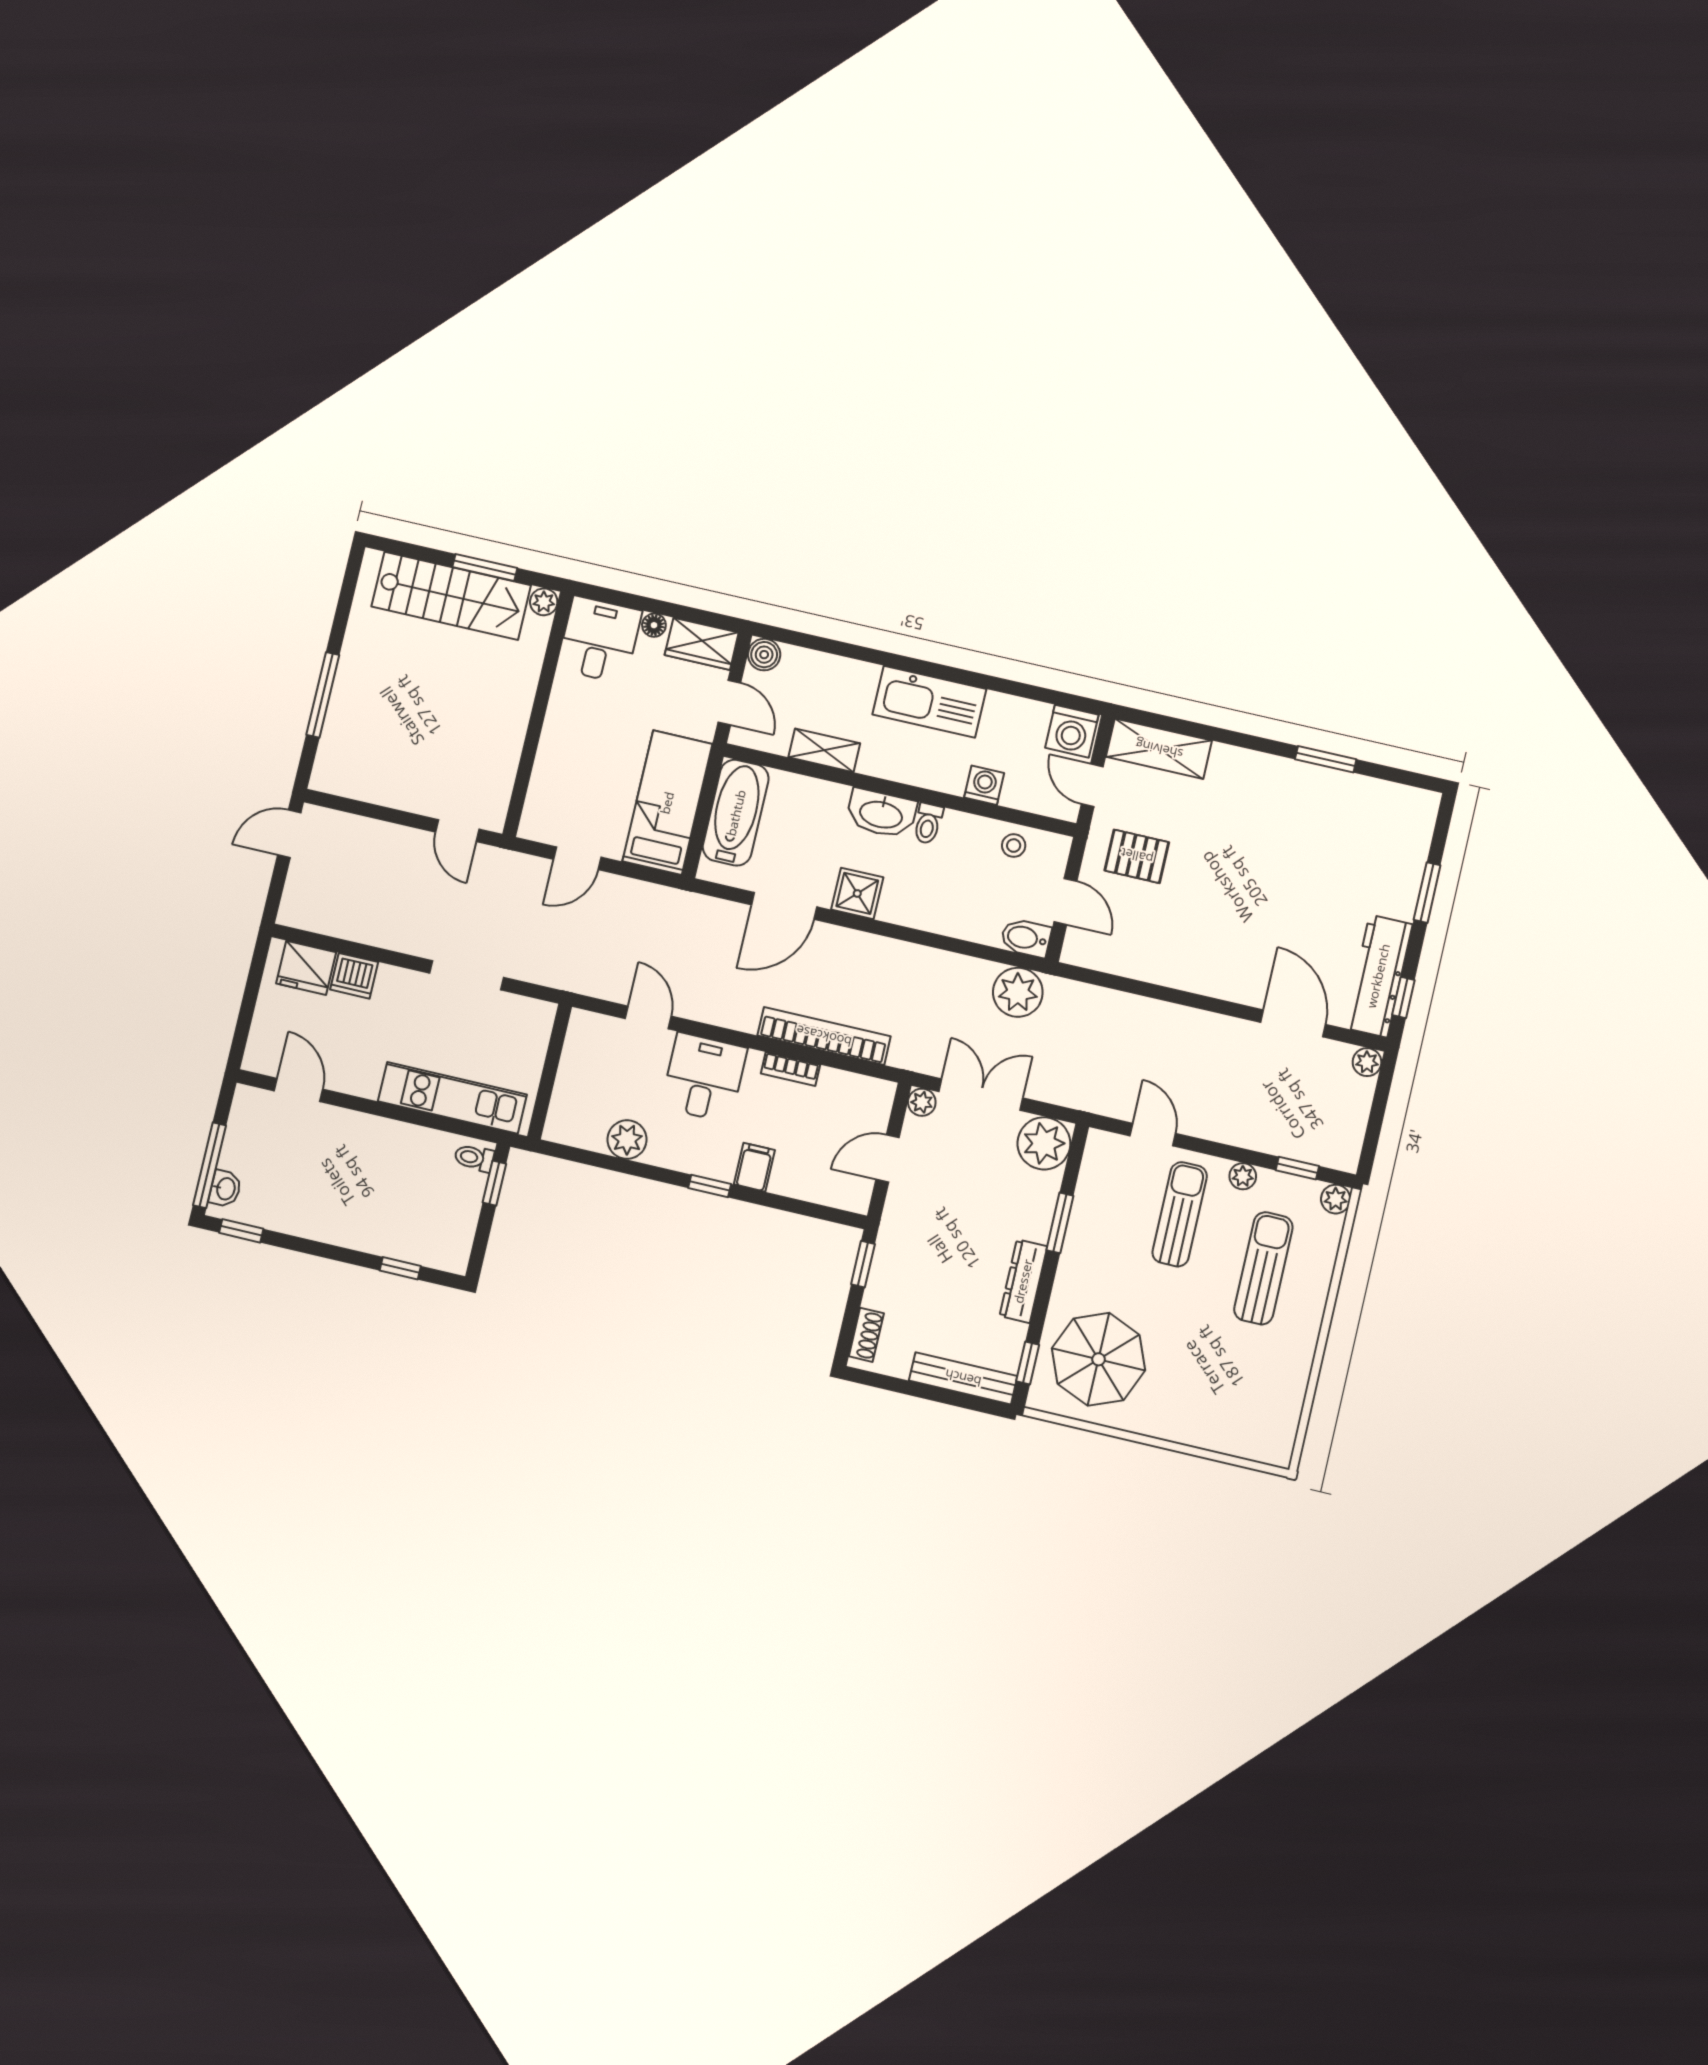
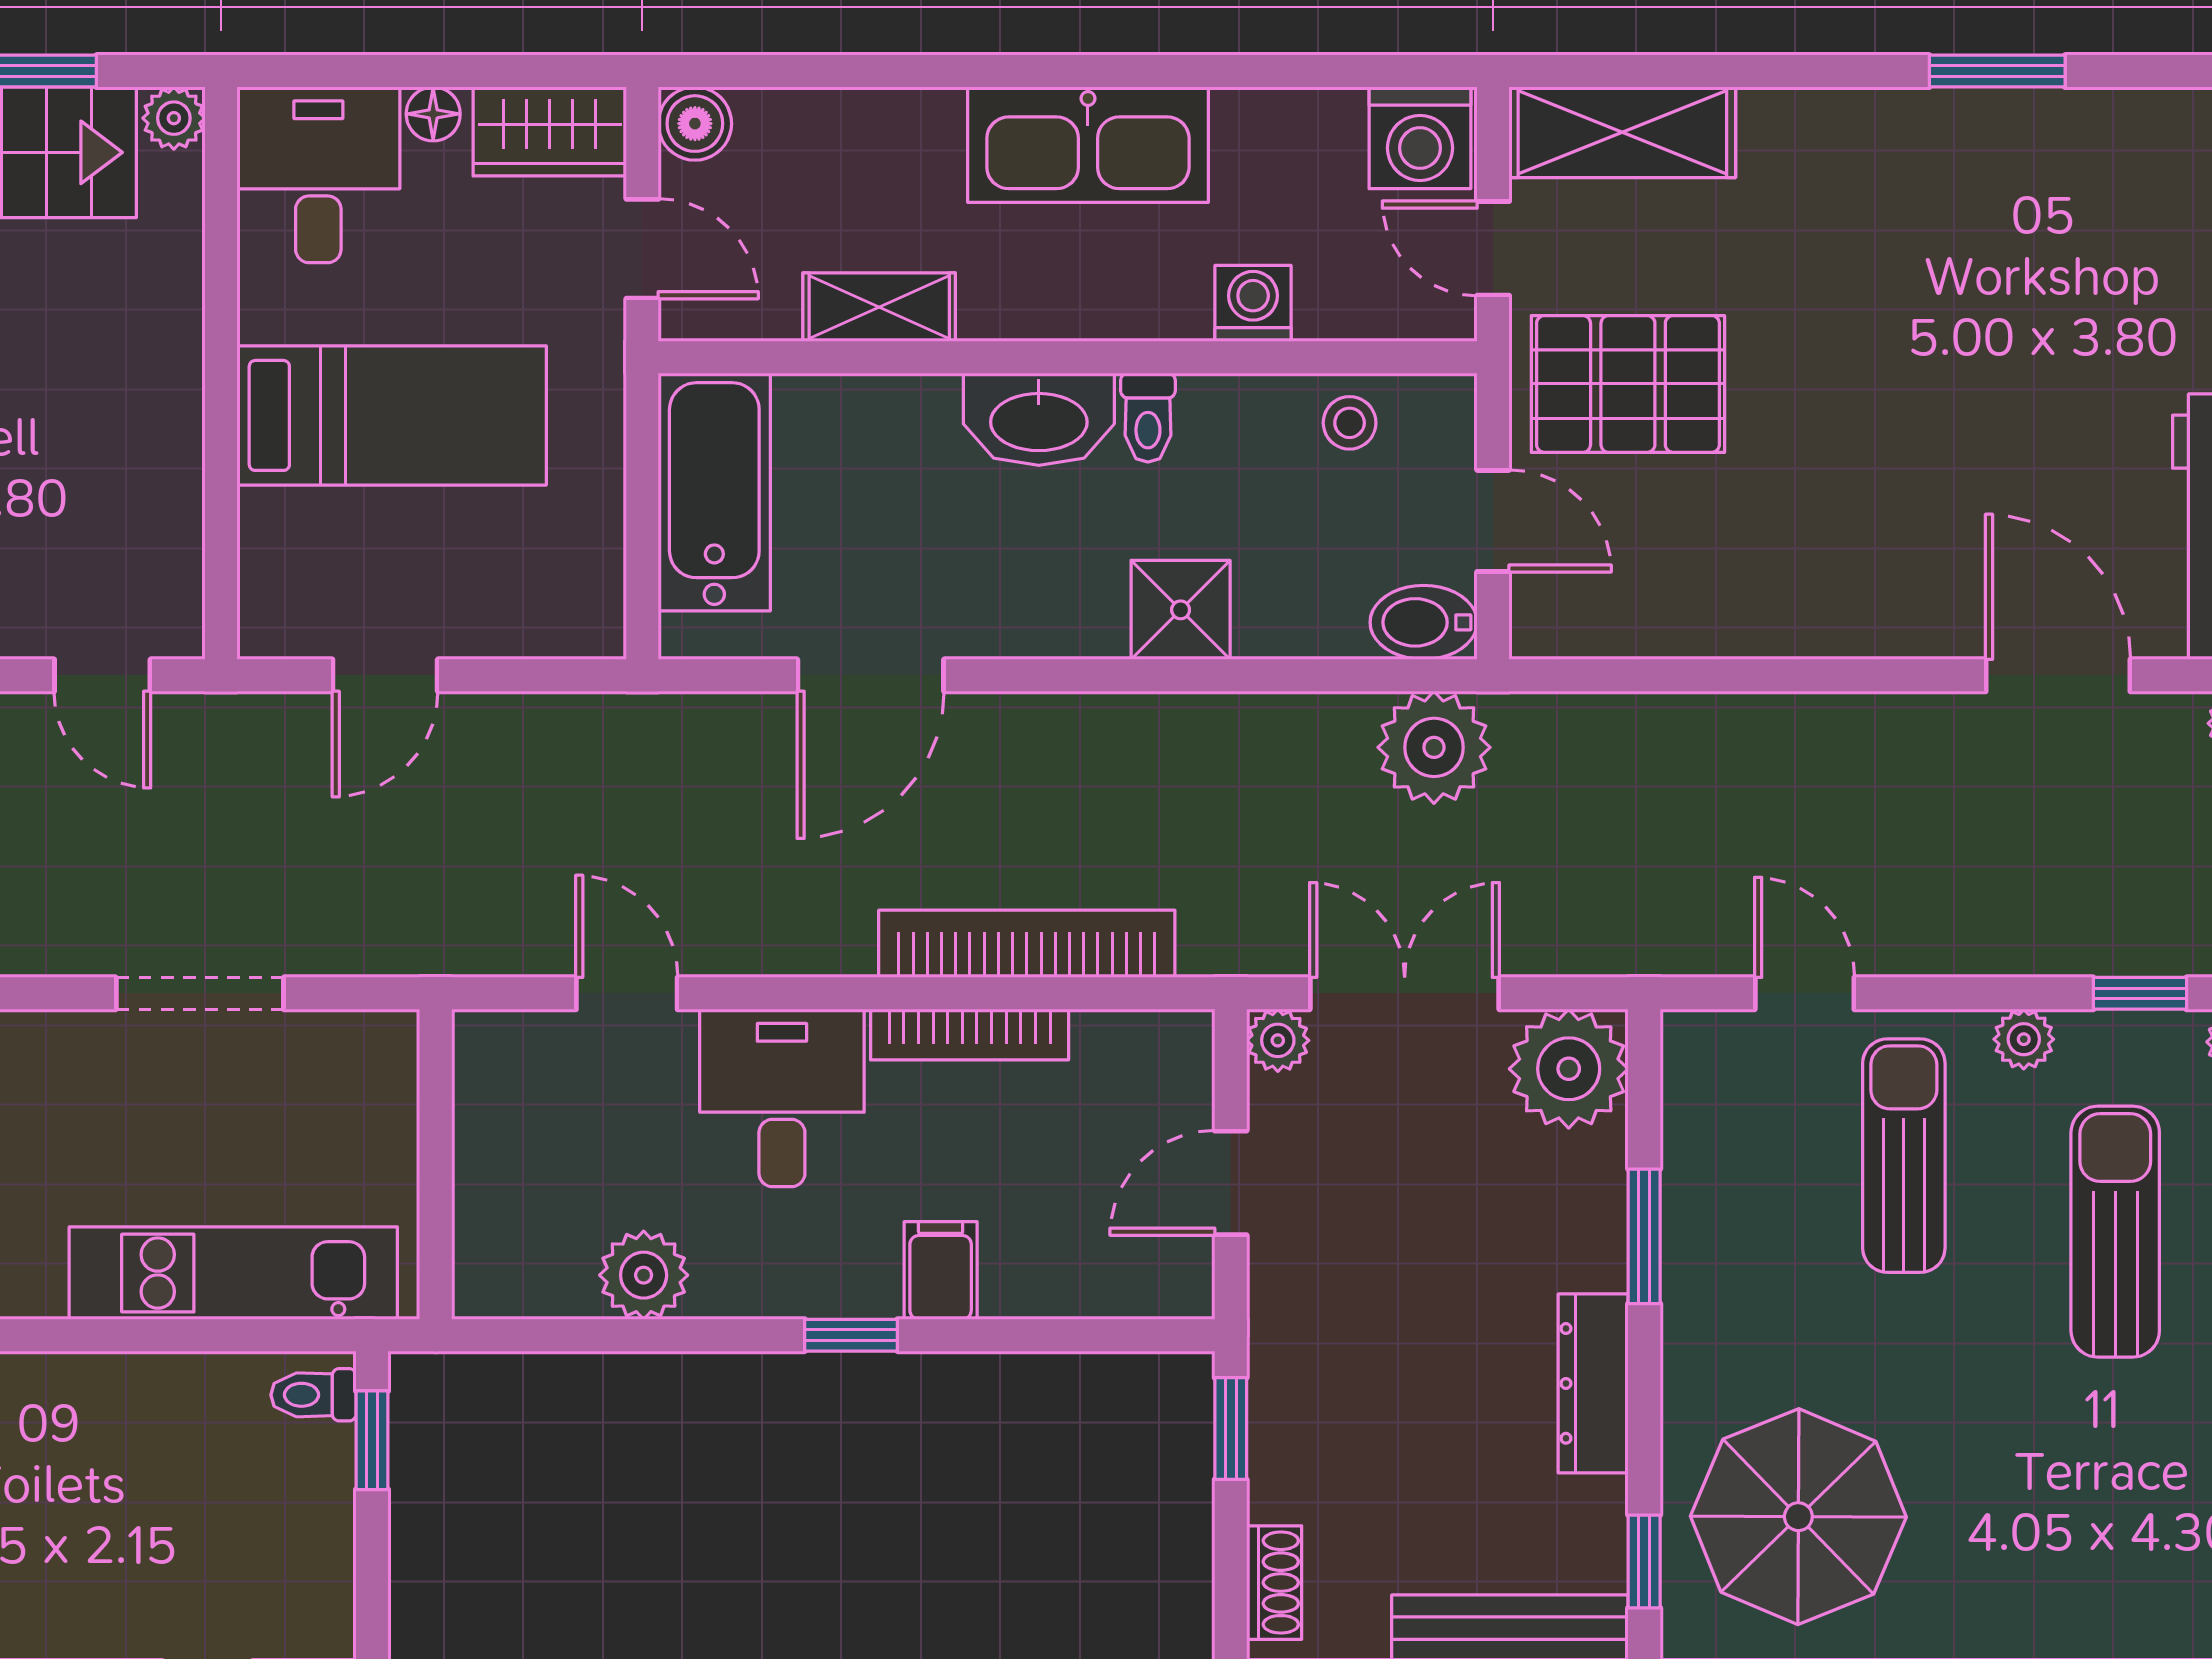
bed: (667, 803) -> (392, 415), moved, turned 90
pallet: (1137, 856) -> (1628, 384), width x1.50, depth x1.42
shower: (857, 893) -> (1181, 610), moved
bookcase: (790, 1069) -> (970, 1035), width x1.56

